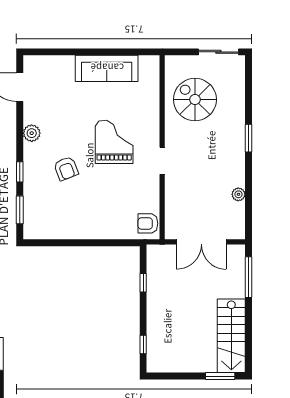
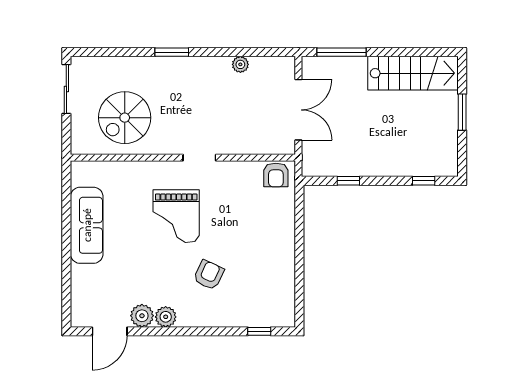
plant: (33, 114) -> (142, 316), added
grand piano: (114, 142) -> (176, 216), turned -90
armchair: (66, 168) -> (209, 275), turned -44
window: (20, 172) -> (213, 331), removed
window: (20, 210) -> (259, 331), width x0.67
window: (220, 376) -> (462, 112), moved

